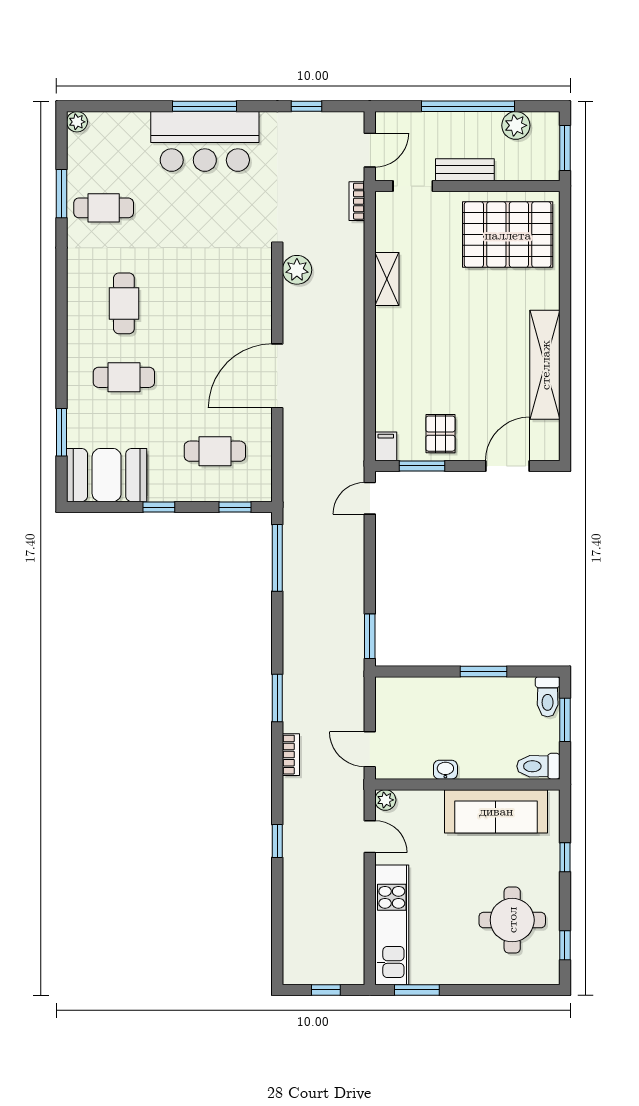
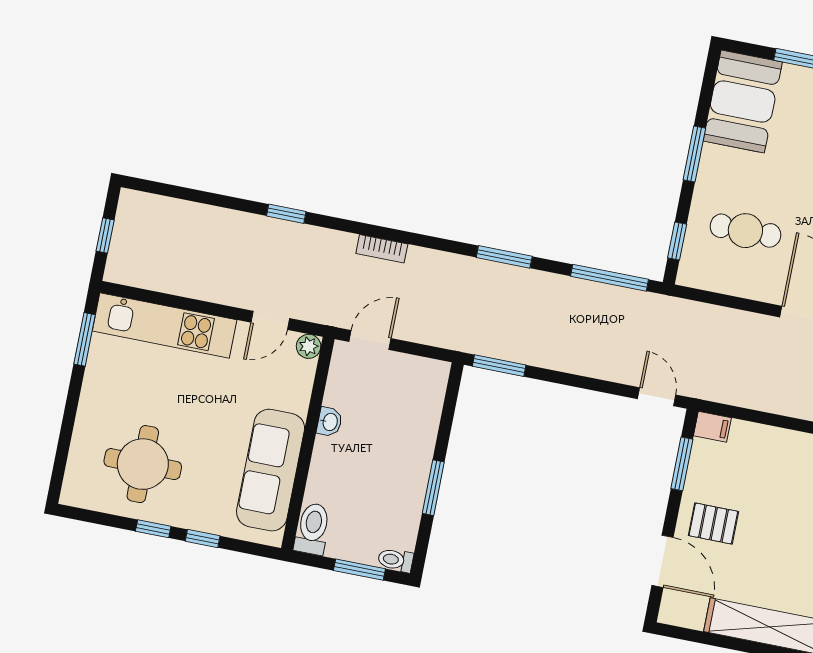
pallet: (440, 434) -> (713, 524), moved
cafe table: (215, 451) -> (745, 231), turned 90
window: (159, 507) -> (694, 154), width x1.50
toilet: (548, 697) -> (396, 560), width x0.73, depth x0.72
window: (277, 698) -> (504, 257), moved
window: (565, 945) -> (153, 529), moved

